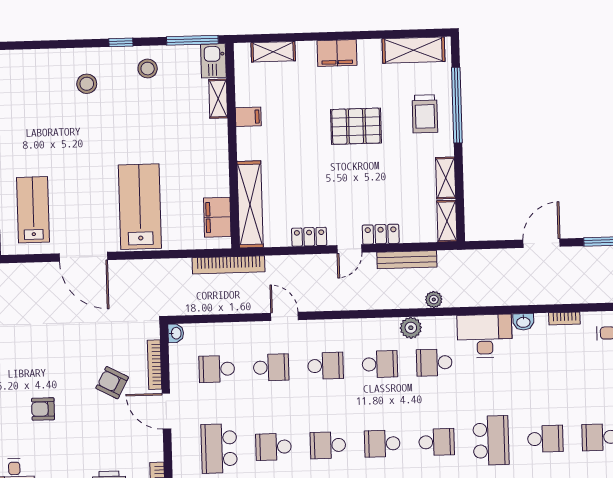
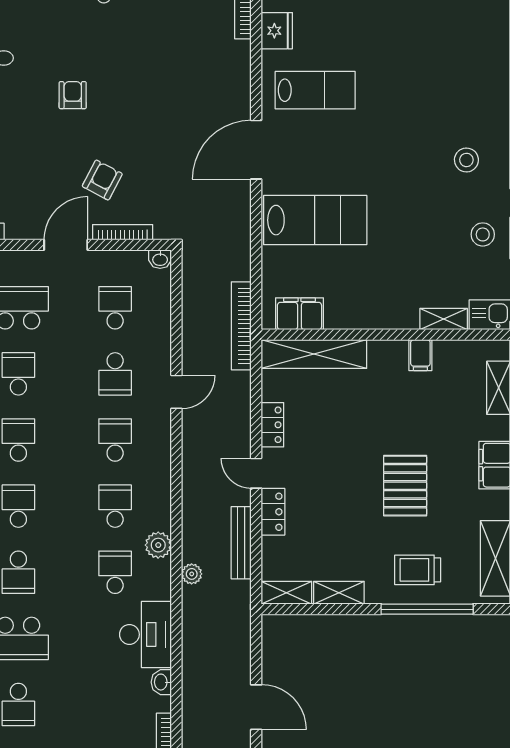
school desk: (380, 364) -> (115, 506), turned 180
school desk: (326, 366) -> (115, 440), turned 180

